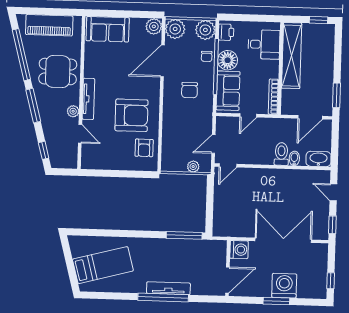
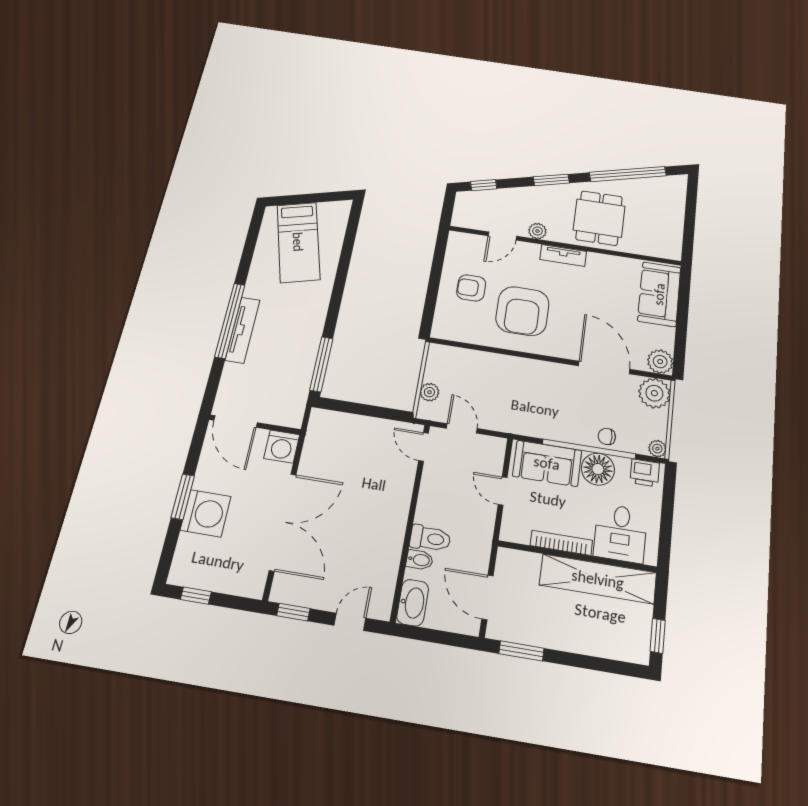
piano: (49, 25) -> (669, 215), removed
plant: (205, 30) -> (657, 449), width x0.53, depth x0.53
chair: (190, 90) -> (554, 402), removed
bookcase: (273, 97) -> (561, 543), moved
tv unit: (88, 99) -> (563, 255), width x0.71
window: (33, 106) -> (551, 180), width x0.69
armchair: (144, 148) -> (471, 288), moved

